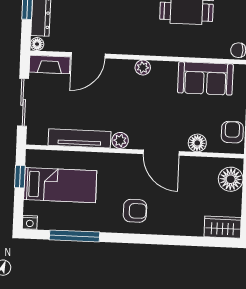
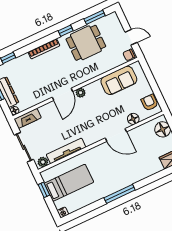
door: (88, 55) -> (62, 94), moved
plant: (120, 140) -> (43, 162), moved
armchair: (135, 211) -> (118, 175), removed
window: (74, 236) -> (120, 194), moved

